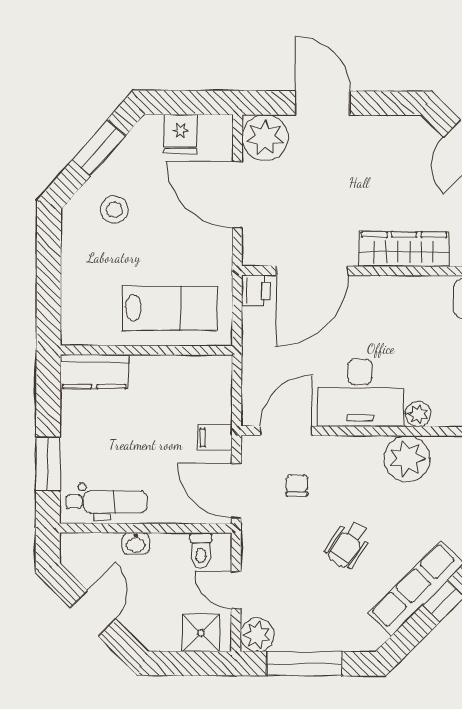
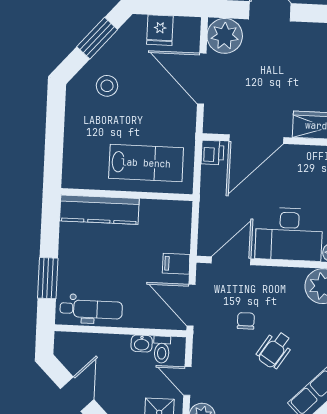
kitchen counter: (94, 371) -> (99, 210), width x1.50
chair: (297, 485) -> (246, 321), moved
washbasin: (136, 543) -> (142, 343), moved

